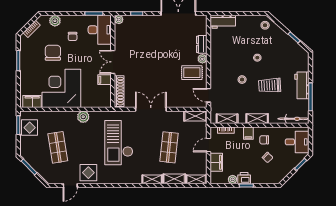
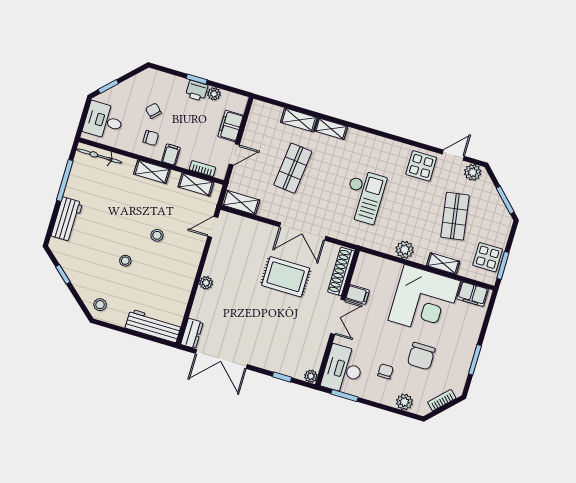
workbench: (223, 22) -> (153, 326), width x1.38
dresser: (202, 44) -> (192, 333), moved
rug: (192, 73) -> (286, 277), moved, width x1.36, depth x1.43
trolley: (270, 85) -> (119, 215), removed
workbench: (302, 85) -> (67, 219), moved
door: (208, 95) -> (213, 227), swing flipped
checkout: (119, 143) -> (364, 197), width x0.73, depth x0.83
plant: (55, 178) -> (473, 172), added
shelving: (196, 179) -> (443, 263), moved

